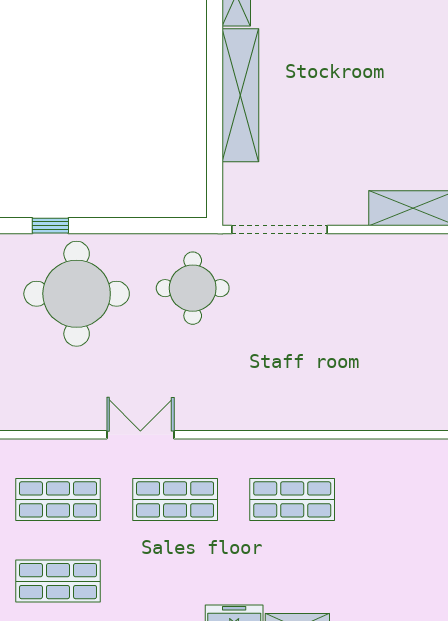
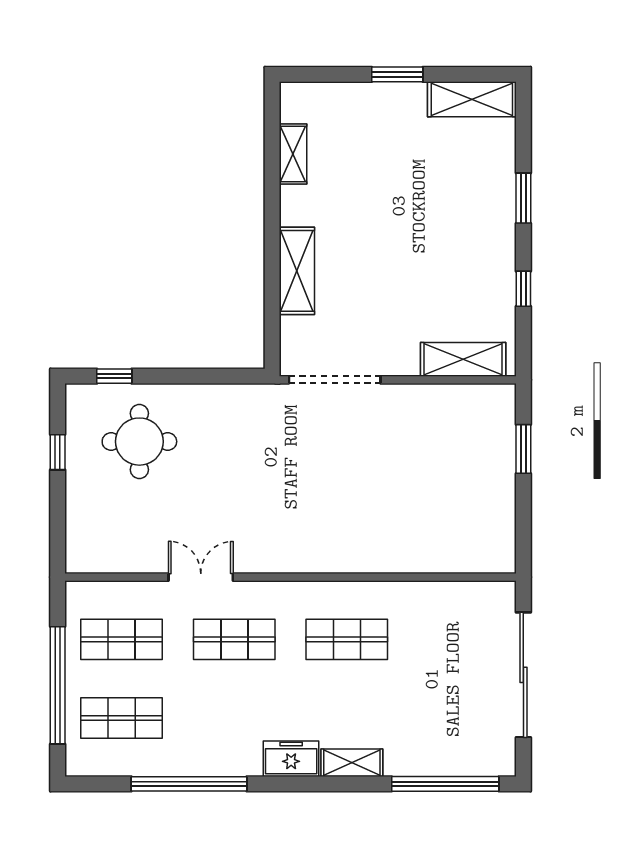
shelving: (240, 95) -> (297, 271), width x0.68
round table: (193, 288) -> (251, 436), removed
round table: (77, 294) -> (139, 442), width x0.73, depth x0.73

